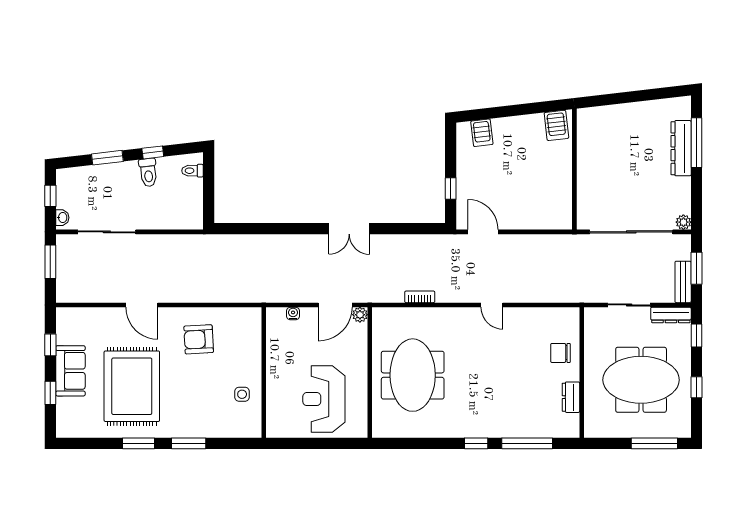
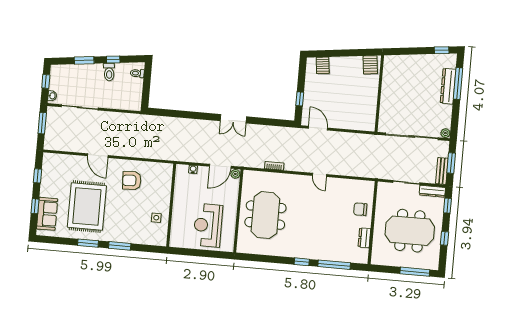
window: (666, 93) -> (442, 50), added
sofa: (70, 371) -> (47, 214), moved

